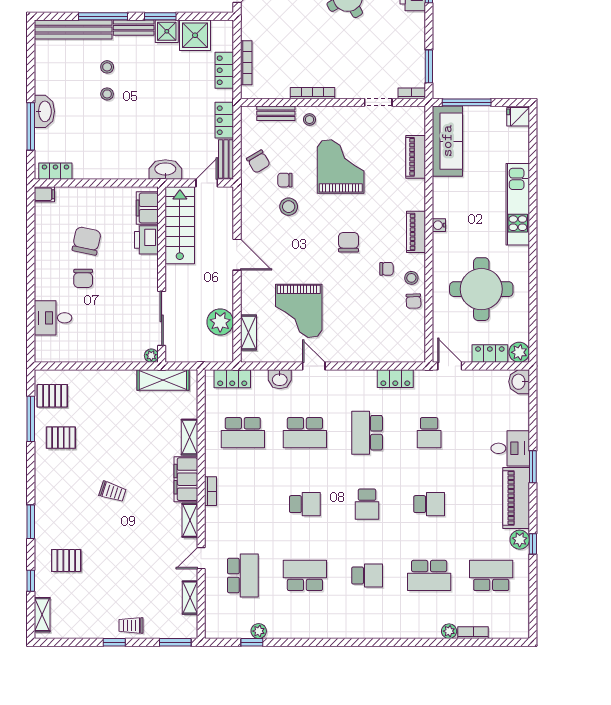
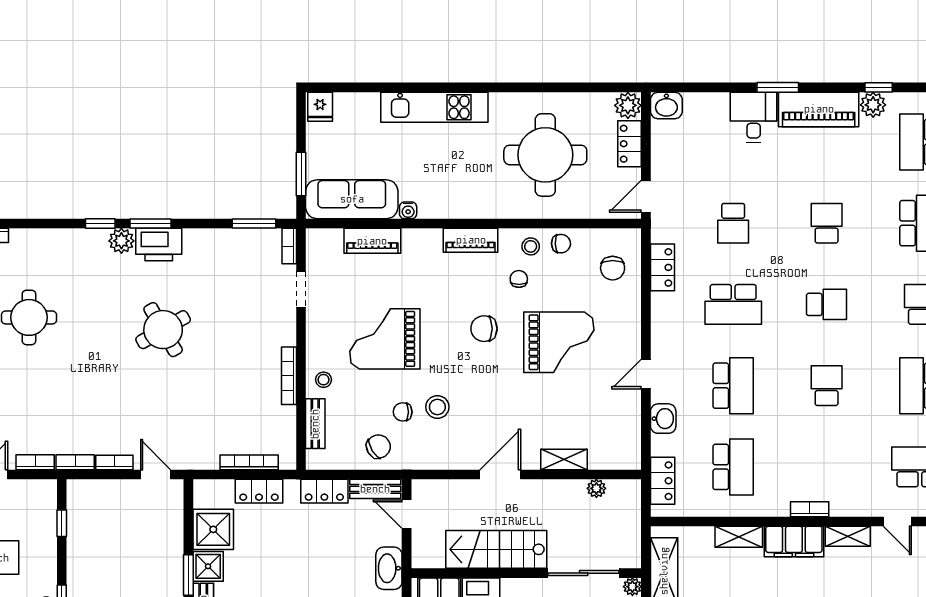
window: (467, 102) -> (301, 174), width x0.69
chair: (285, 180) -> (403, 412), turned 90
stairs: (180, 225) -> (496, 549), moved
water cooler: (439, 225) -> (408, 210), moved
grand piano: (299, 311) -> (559, 342), moved
plant: (220, 322) -> (596, 488), width x0.53, depth x0.53
shelving: (249, 332) -> (564, 459), moved
chair: (395, 341) -> (613, 268), added
school desk: (429, 433) -> (733, 223), turned 90

